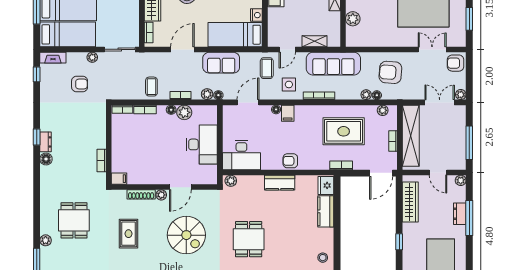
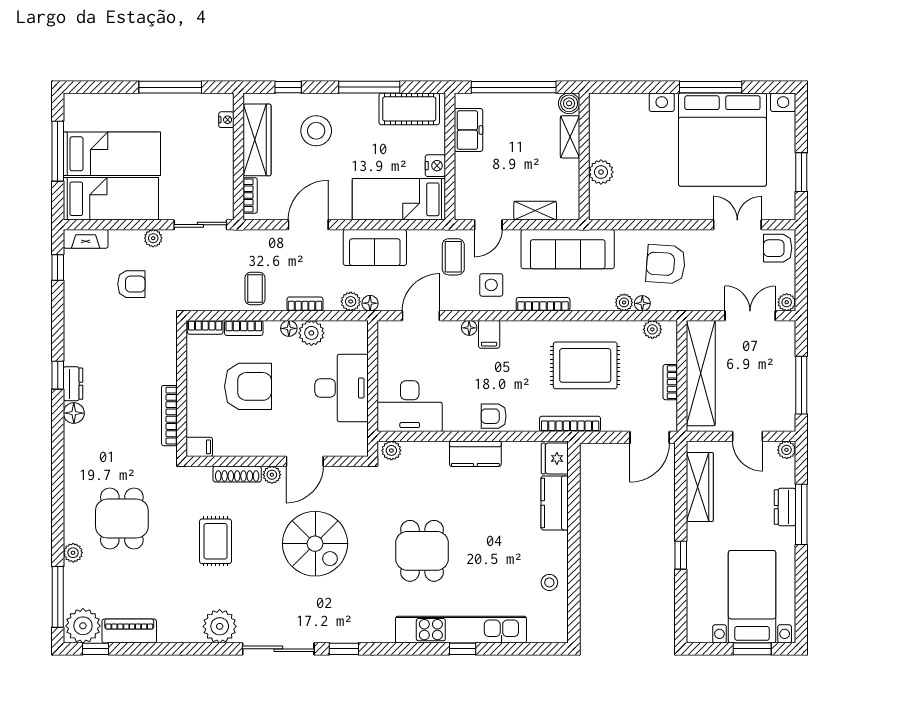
armchair: (147, 144) -> (248, 386), added
bookcase: (102, 160) -> (169, 416), width x1.56
bookcase: (341, 165) -> (570, 424), width x1.56

